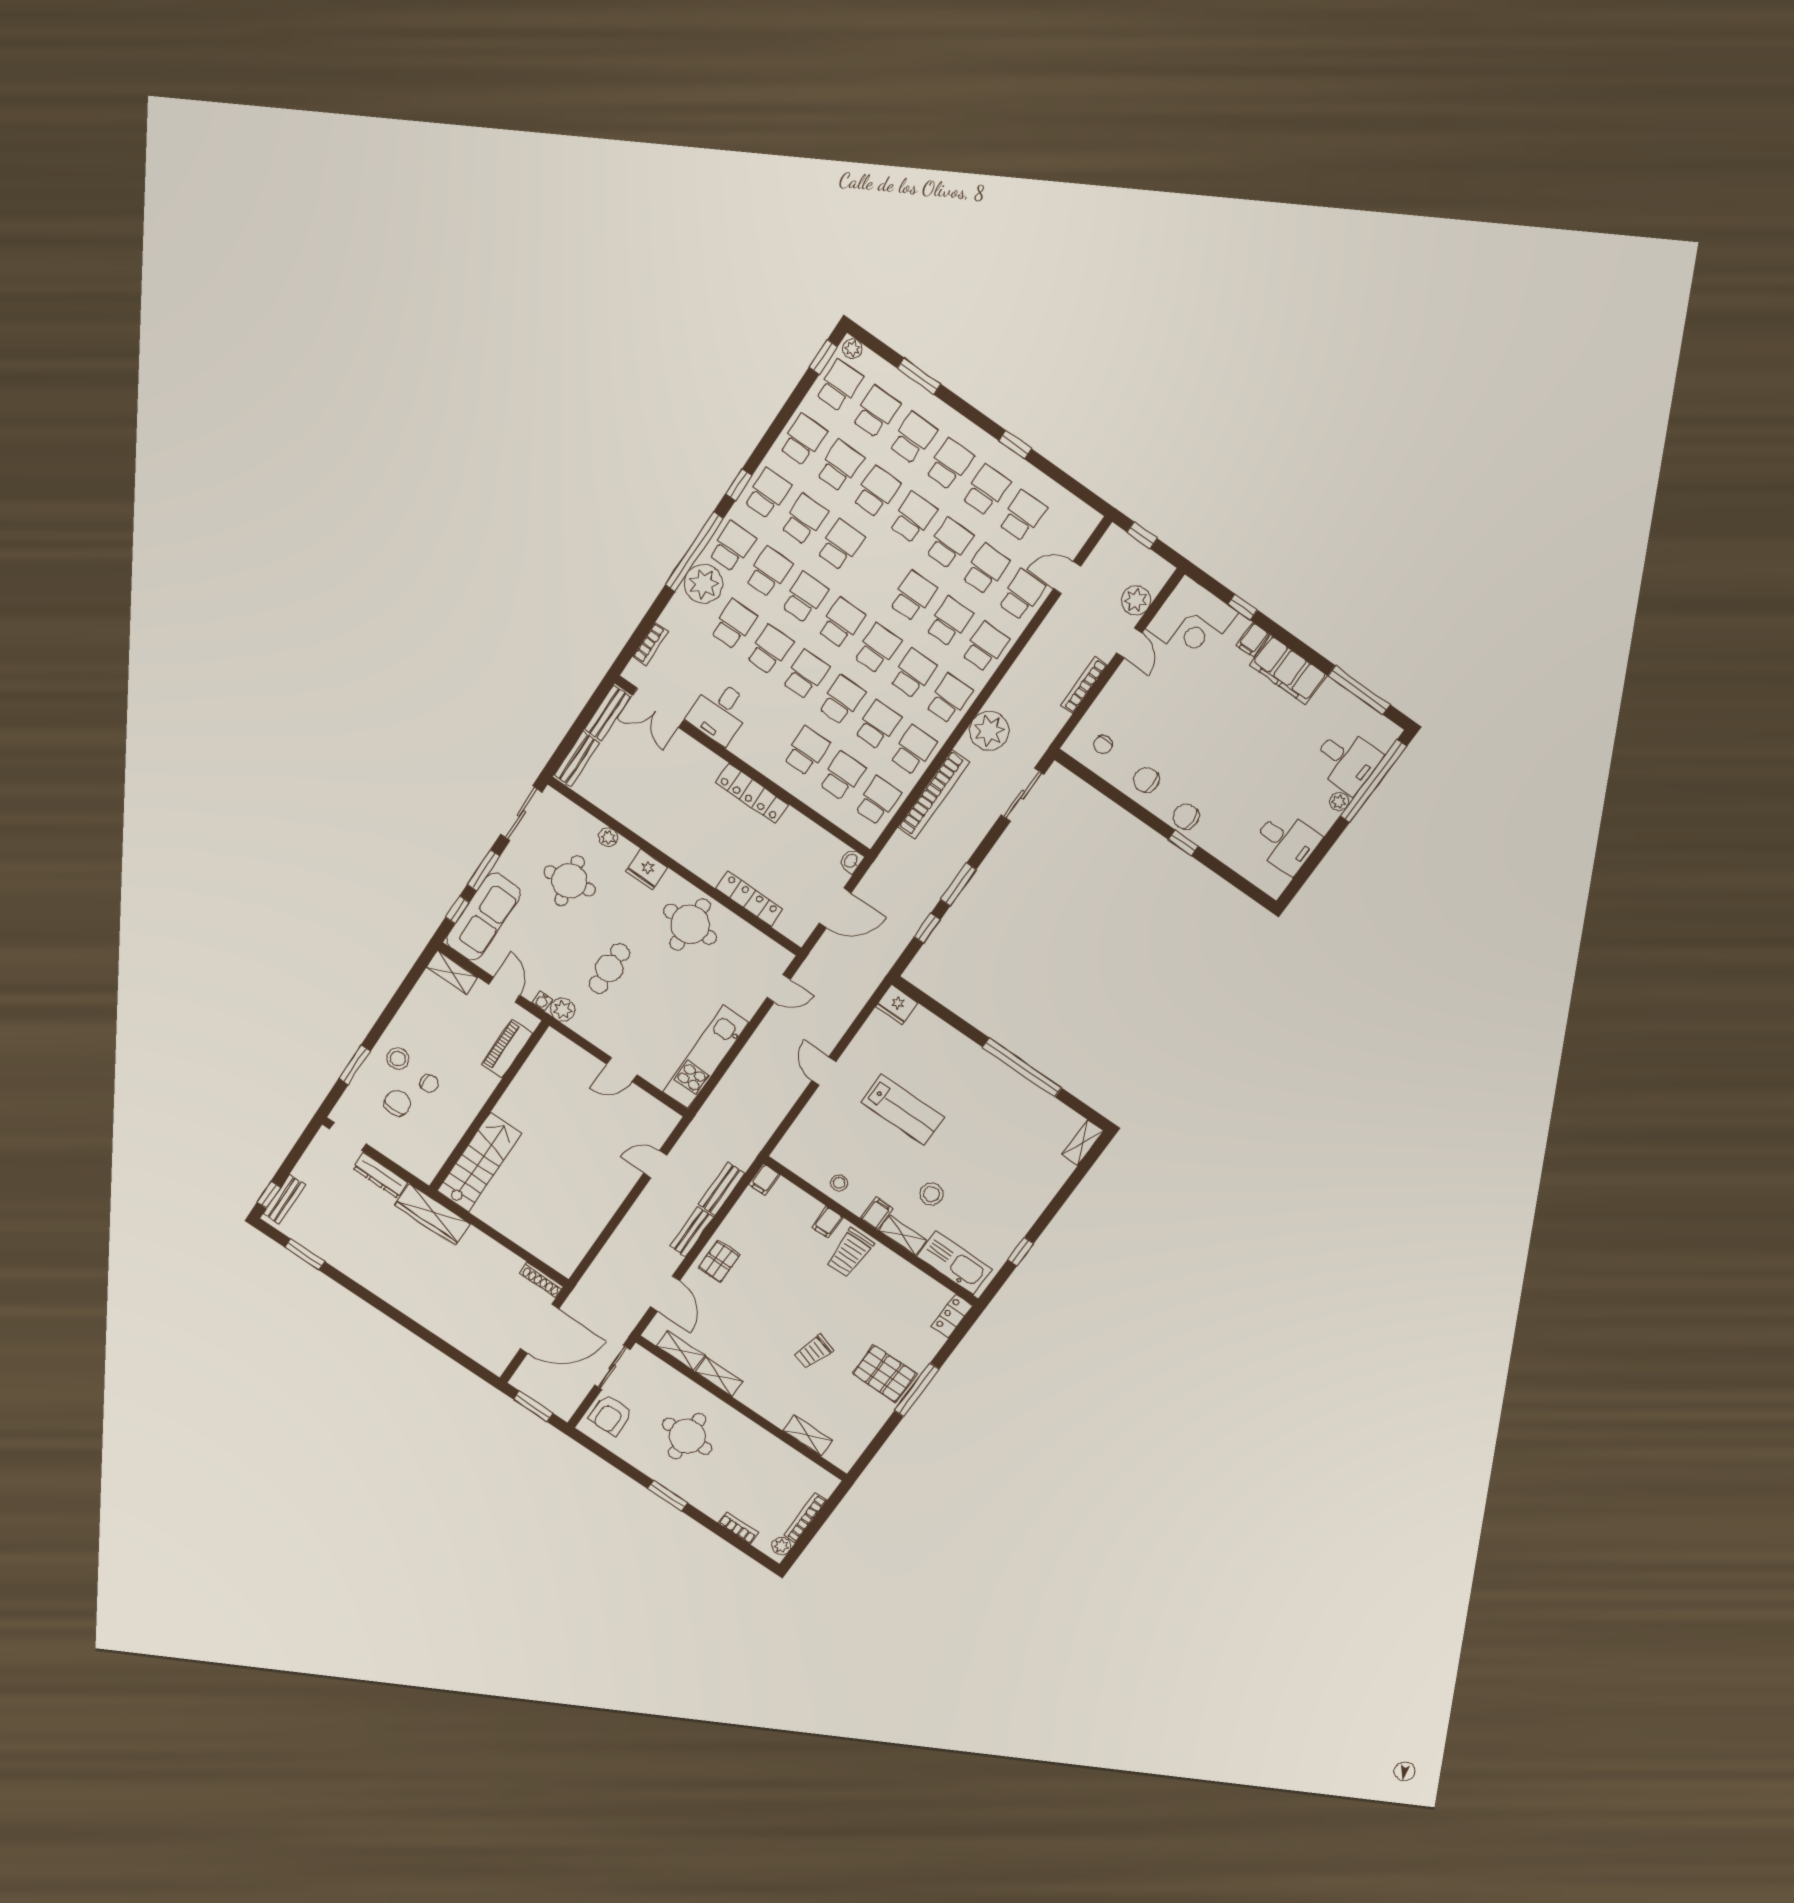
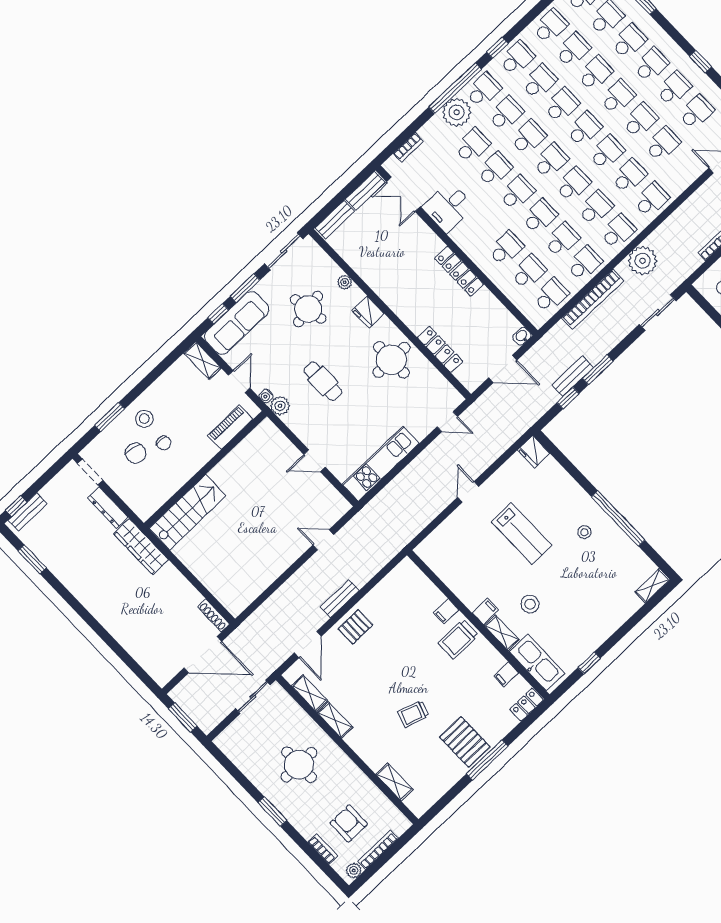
school desk: (1022, 595) -> (584, 129), moved
cafe table: (609, 968) -> (323, 381), turned 90
chair: (398, 1103) -> (136, 453), turned 103
filing cabinet: (764, 1179) -> (506, 674), moved
stool: (839, 1183) -> (584, 532), moved
bench: (721, 1189) -> (573, 376), moved
armchair: (611, 1415) -> (349, 823), moved, turned 90

